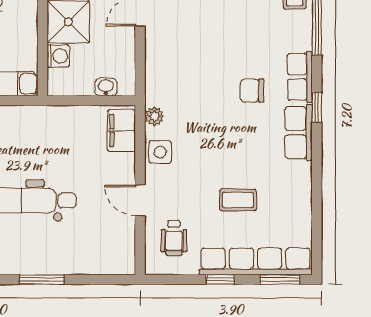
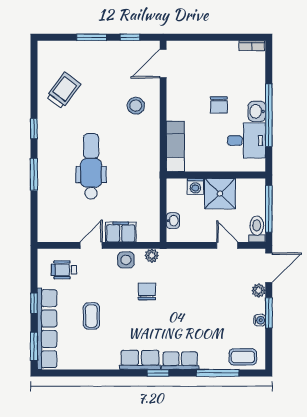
chair: (252, 90) -> (147, 291), moved
filing cabinet: (121, 131) -> (121, 232), moved

